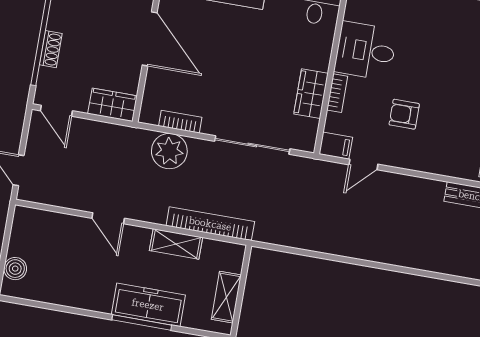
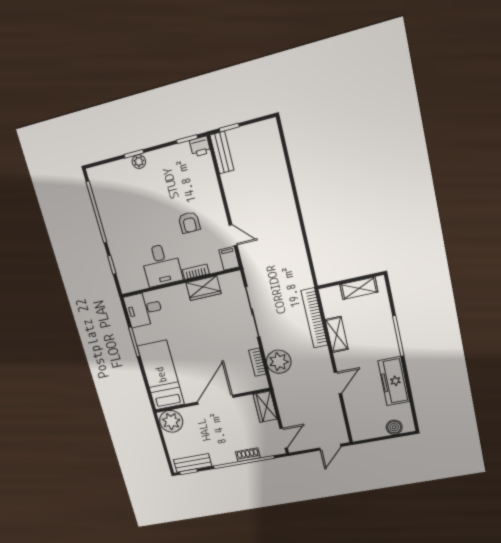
freezer: (148, 305) -> (394, 381), moved

